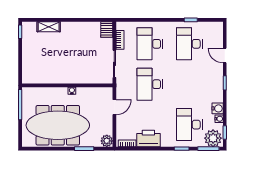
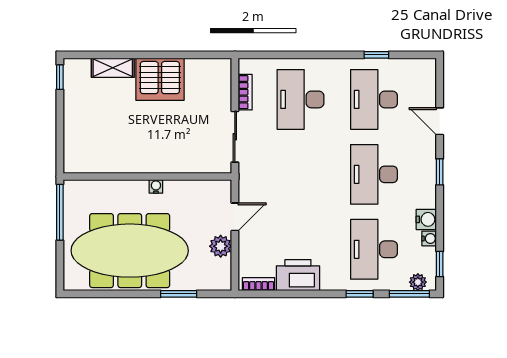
server rack: (107, 29) -> (160, 79), moved, width x2.18, depth x1.44
desk: (150, 84) -> (374, 174), moved
plant: (213, 138) -> (418, 282), width x0.53, depth x0.53
plant: (107, 141) -> (221, 246), moved

